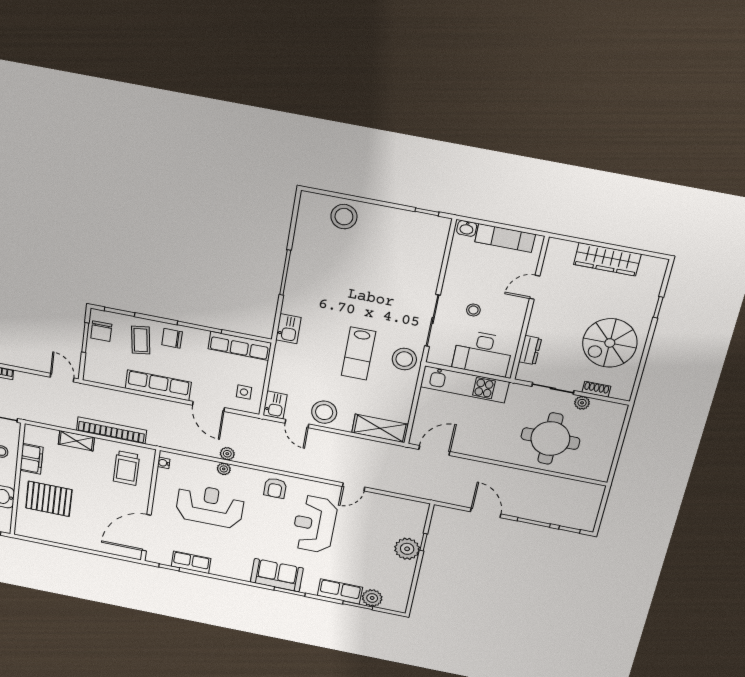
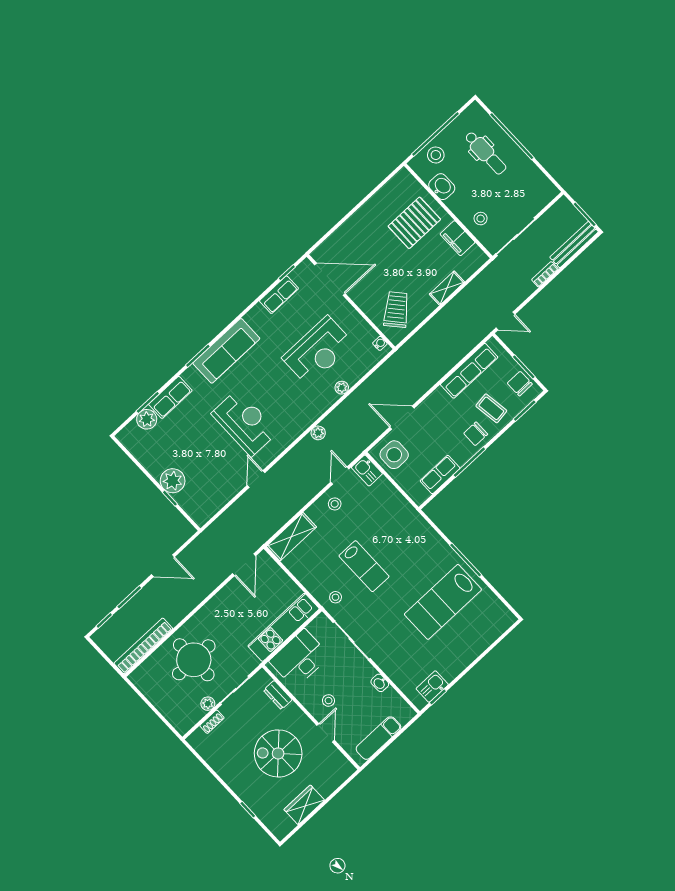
stool: (344, 217) -> (477, 635), removed
washbasin: (467, 228) -> (380, 683), moved, turned -90
wardrobe: (607, 259) -> (304, 805), width x0.67
lab bench: (337, 267) -> (443, 602), added
stool: (473, 310) -> (329, 701), moved
kitchen sink: (288, 329) -> (432, 687), moved, turned 90
chair: (172, 338) -> (476, 434), turned 180
spiral stairs: (610, 343) -> (278, 753), moved, turned -90
row of seats: (240, 346) -> (440, 475), width x0.68
lab bench: (358, 354) -> (364, 566), turned 180
stool: (404, 359) -> (336, 597), width x0.53, depth x0.53
row of seats: (158, 385) -> (469, 371), moved
side table: (244, 392) -> (394, 455), width x1.87, depth x1.87
stool: (324, 412) -> (335, 504), width x0.53, depth x0.53
door: (297, 424) -> (340, 476), hinge flipped
bookcase: (111, 430) -> (143, 646), moved, turned 180
plant: (227, 454) -> (318, 433), moved
trolley: (126, 468) -> (396, 310), turned 49
armchair: (275, 488) -> (297, 416), removed
door: (147, 533) -> (330, 279), hinge flipped
sofa: (277, 575) -> (226, 351), width x1.36

